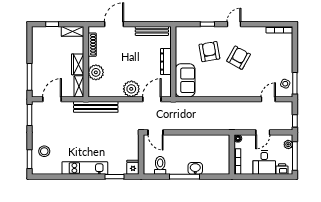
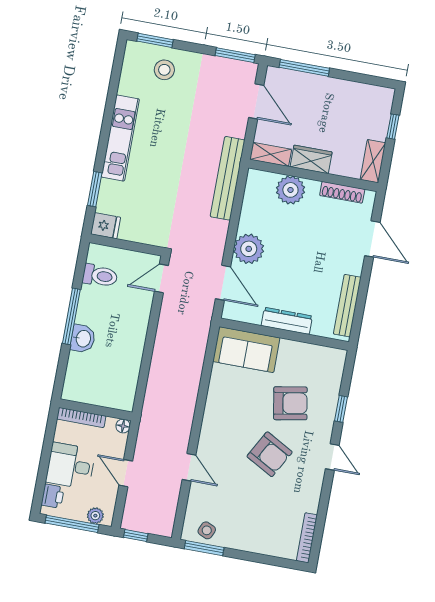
door: (268, 99) -> (189, 467), moved

